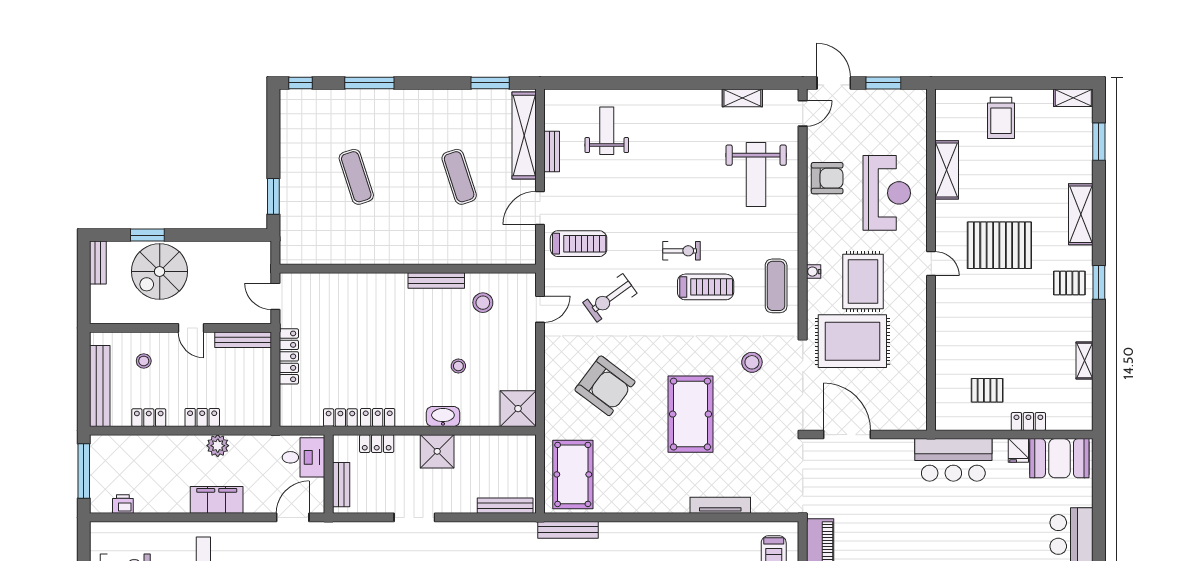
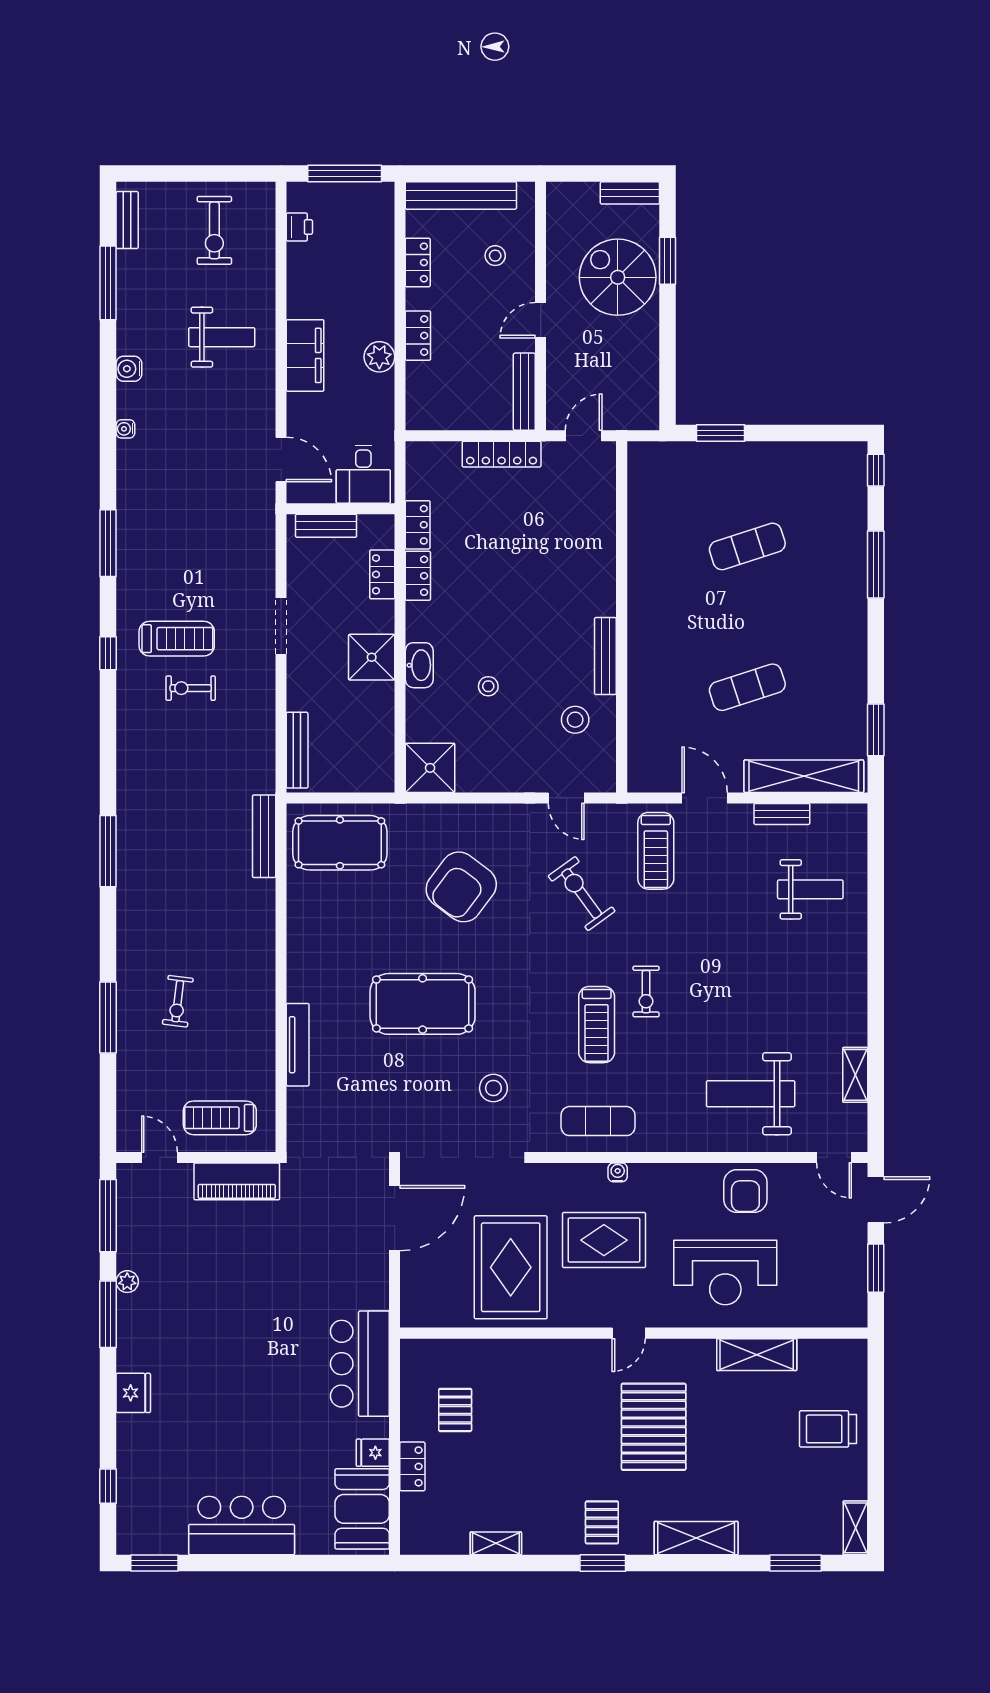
rug: (852, 341) -> (511, 1267), moved

